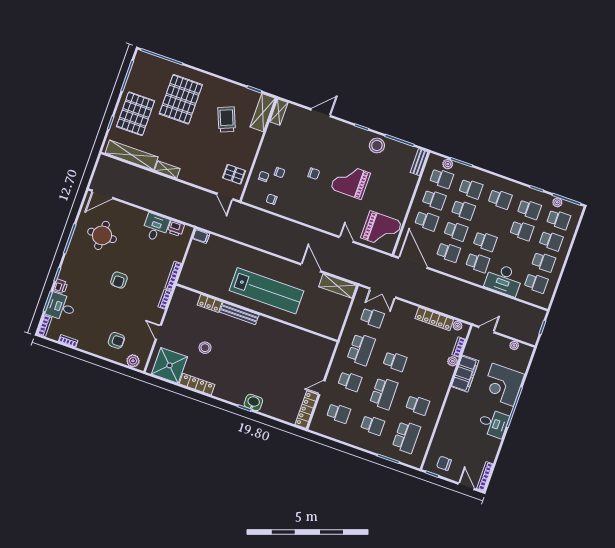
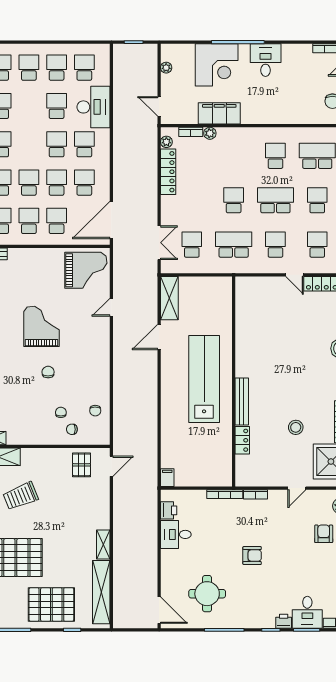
grand piano: (350, 181) -> (42, 326), turned 180
grand piano: (381, 230) -> (86, 270), turned 90
school desk: (522, 230) -> (57, 106), moved

